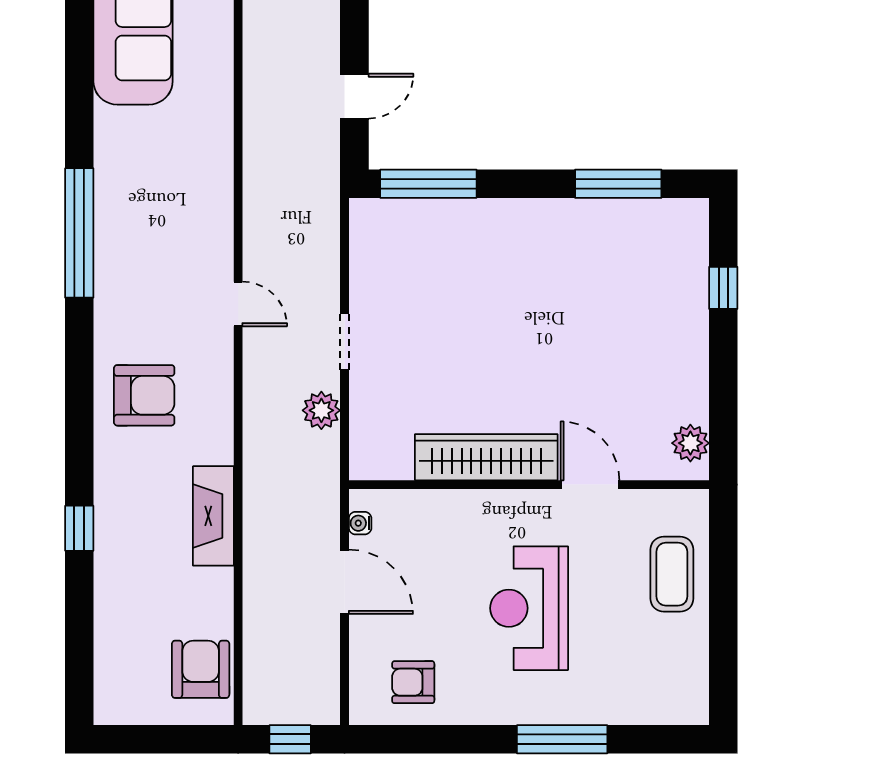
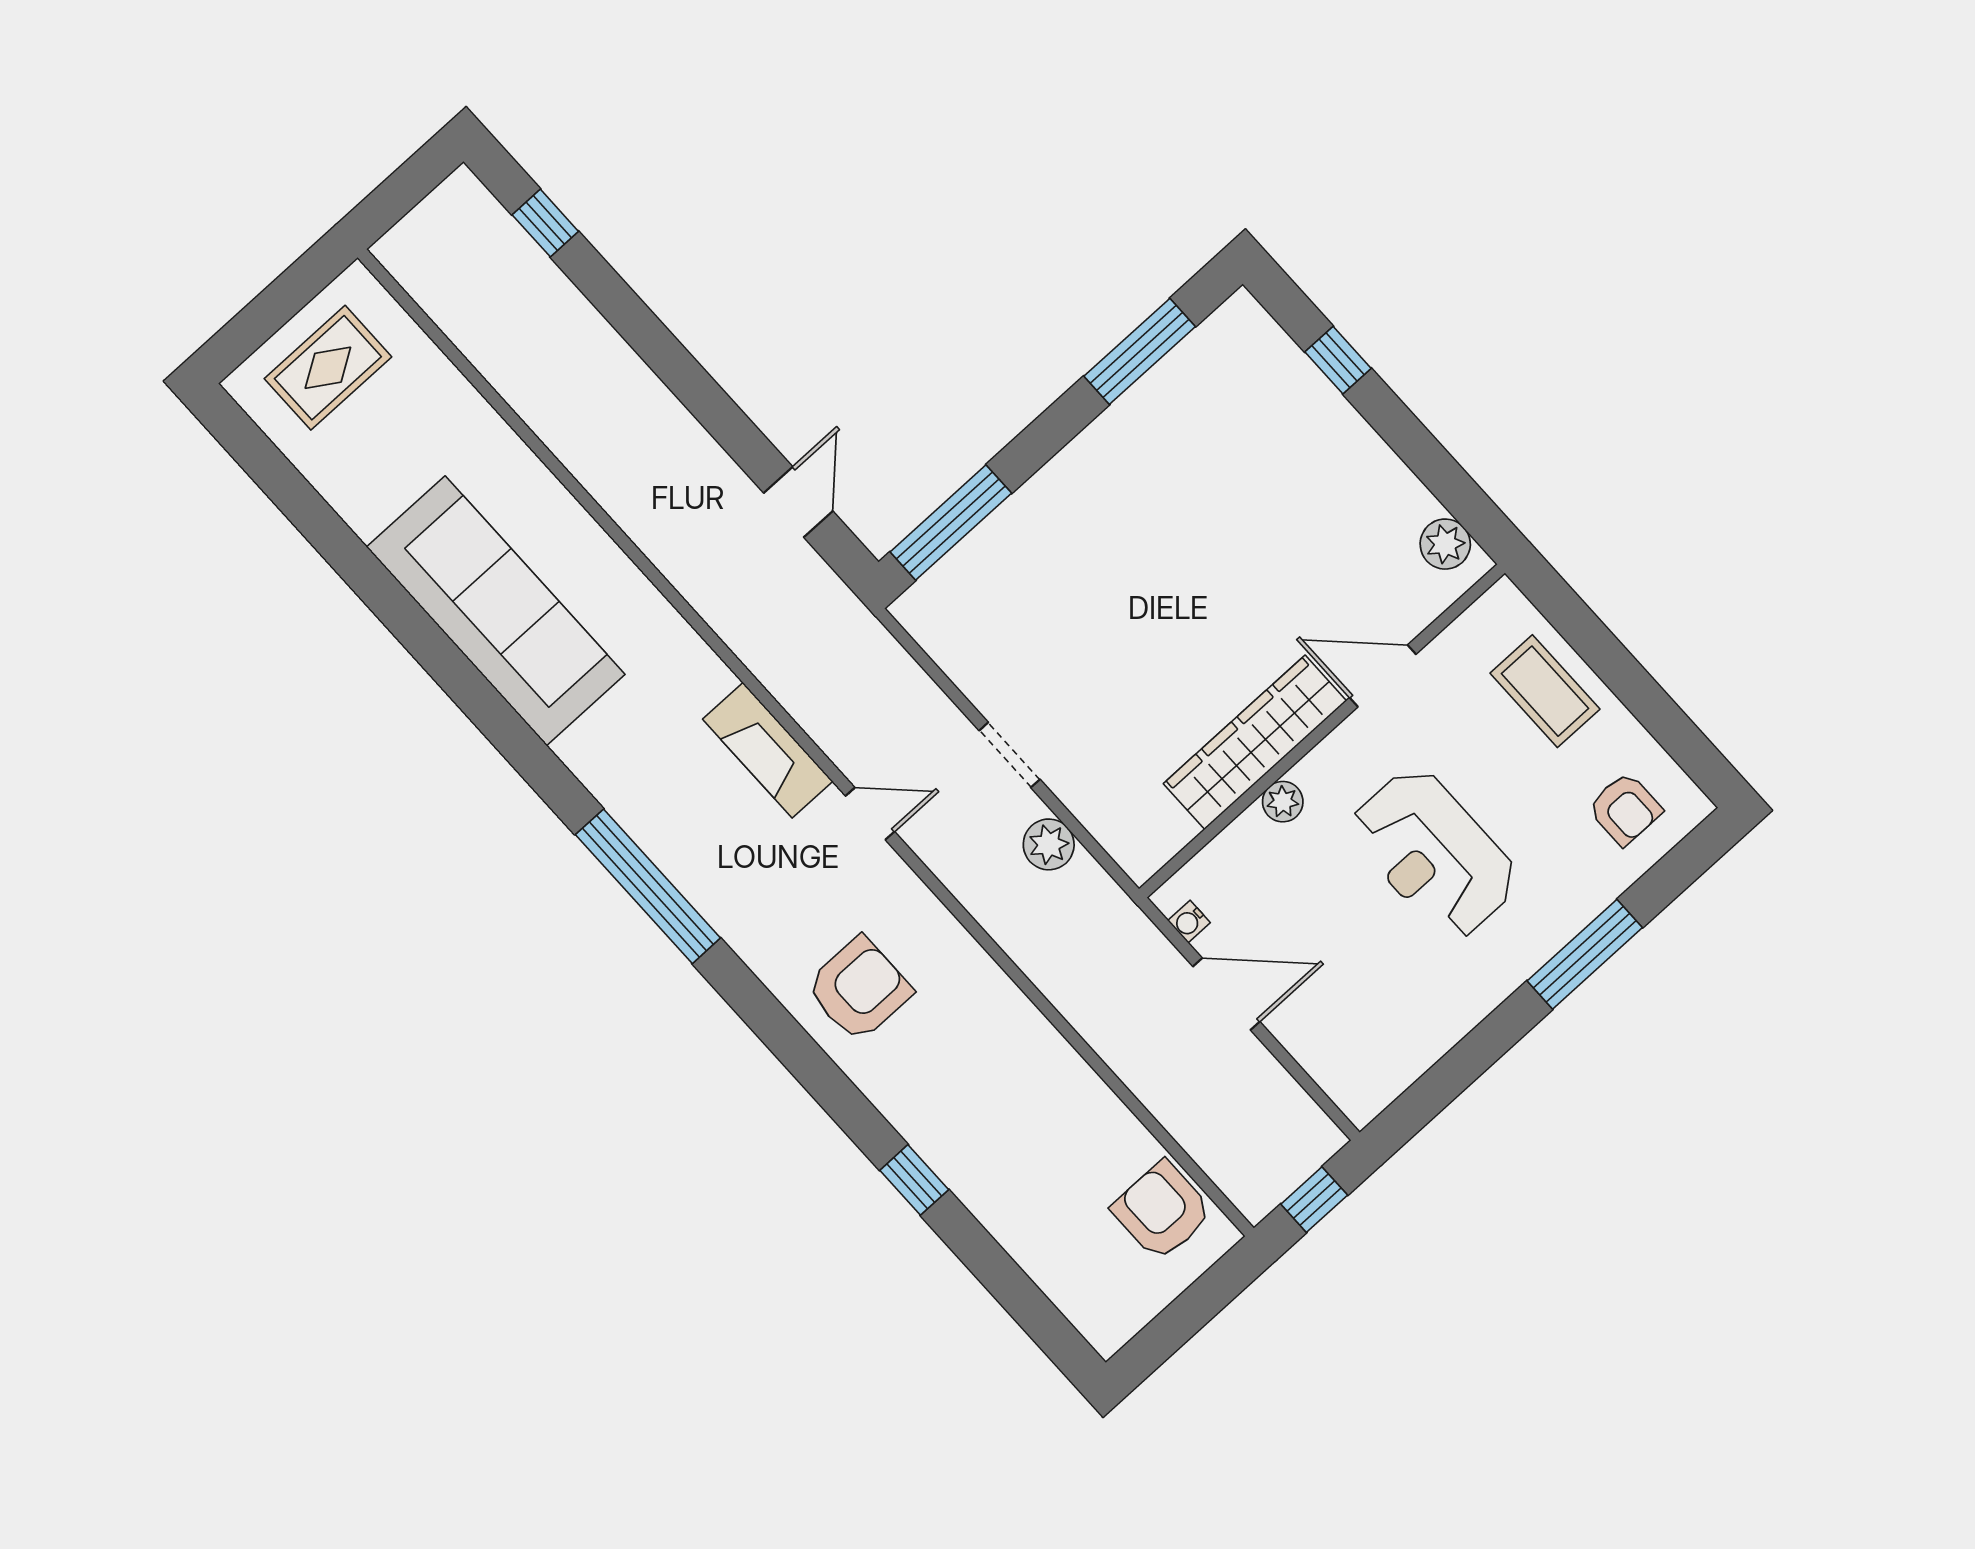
plant: (472, 504) -> (1283, 802), added
fireplace: (213, 516) -> (768, 750), moved
armchair: (413, 682) -> (1625, 809), moved, turned -90

